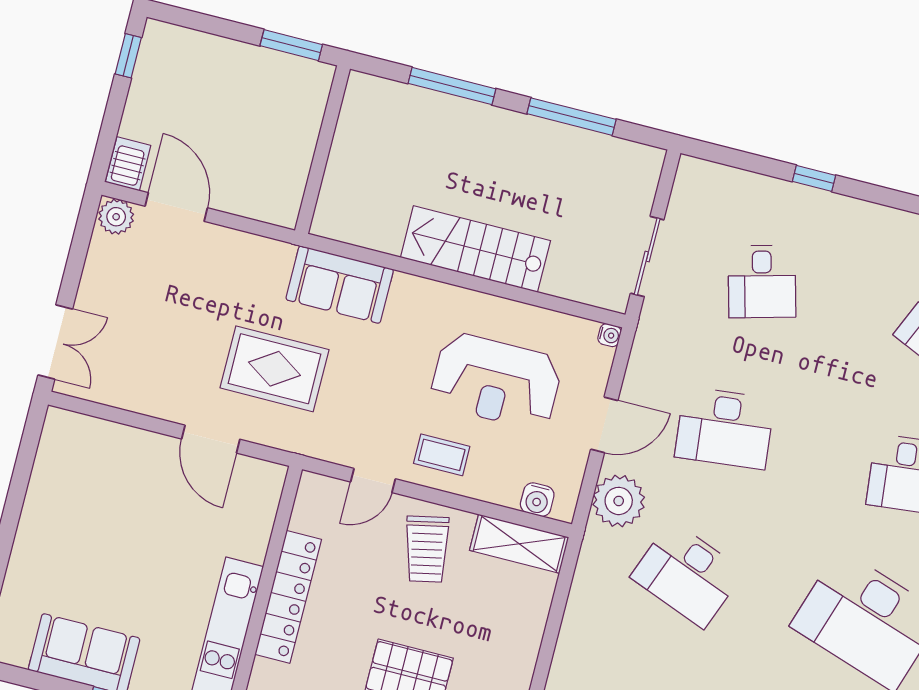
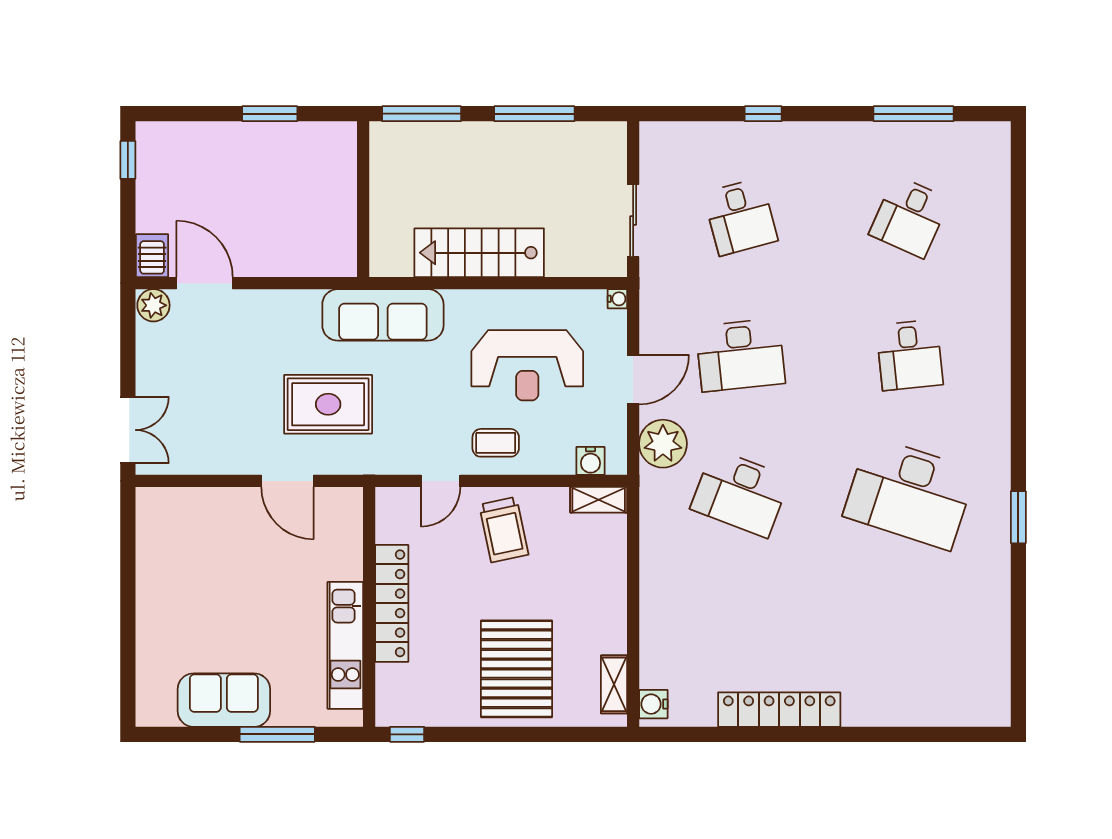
wall: (323, 150) -> (363, 199), moved
sofa: (340, 284) -> (383, 315), width x1.36
shelving: (519, 544) -> (599, 500), width x0.67, depth x0.75

